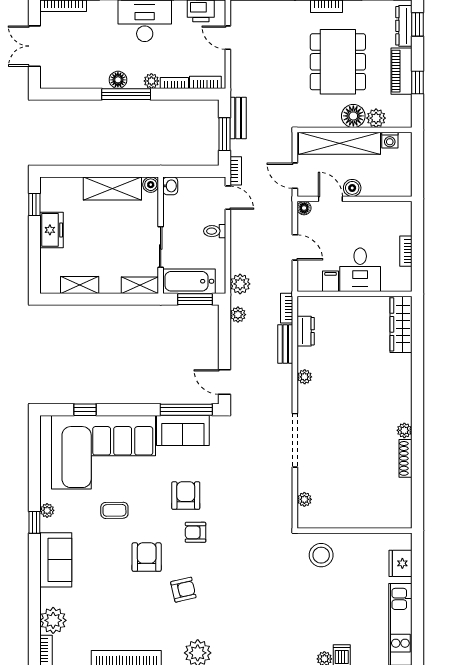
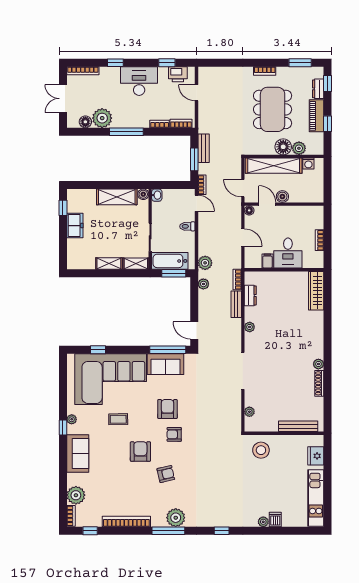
dresser: (404, 26) -> (318, 89), width x0.70
floor lamp: (118, 80) -> (85, 122), moved
plant: (151, 81) -> (102, 118), moved, width x1.87, depth x1.87
shelving: (80, 285) -> (109, 264), moved
bench: (375, 520) -> (298, 426), added

